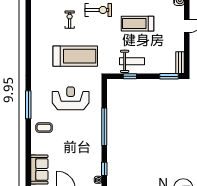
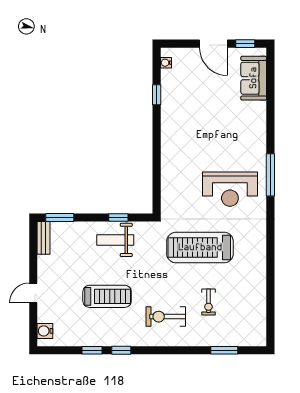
reception desk: (71, 98) -> (230, 189), moved
window: (104, 127) -> (157, 142), removed
coffee table: (44, 128) -> (247, 141), removed
window: (104, 169) -> (157, 95), moved

